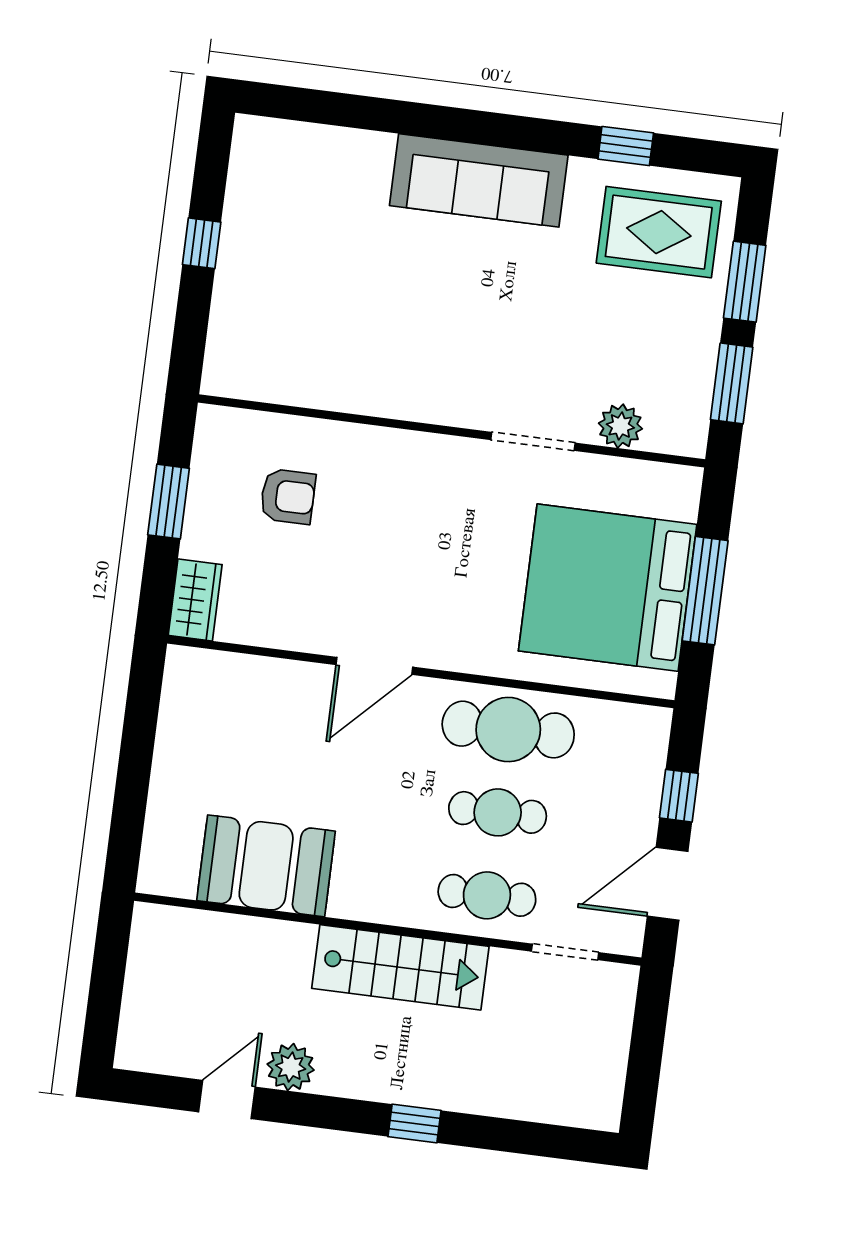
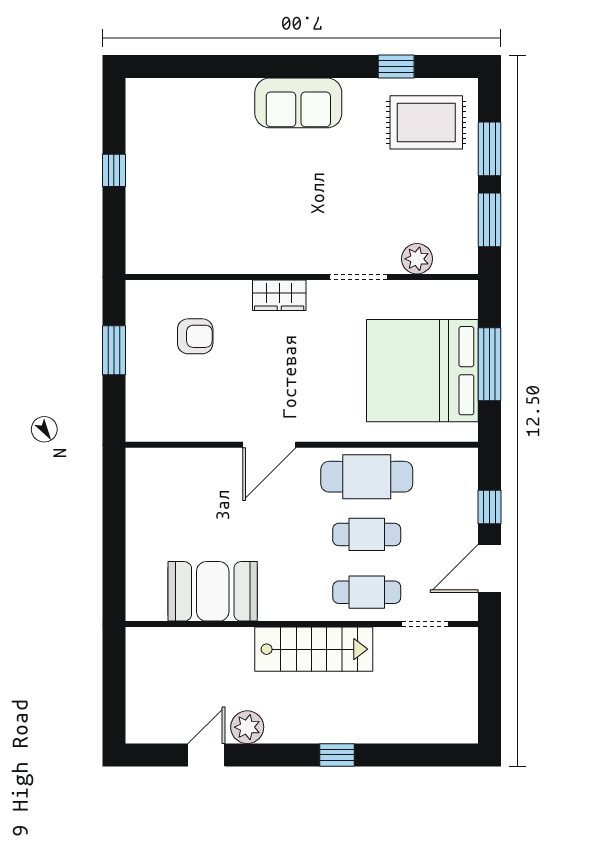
sofa: (479, 180) -> (298, 103), width x0.73
wardrobe: (195, 600) -> (279, 295), moved, turned 90

